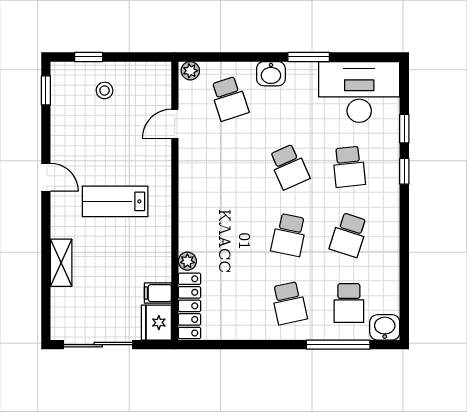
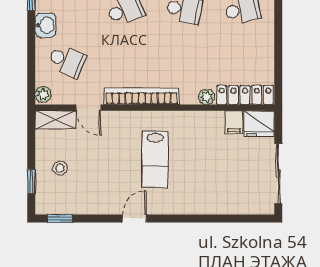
school desk: (229, 99) -> (67, 61), turned 42
bookcase: (188, 186) -> (142, 96), added
shelving: (61, 263) -> (55, 120), moved

